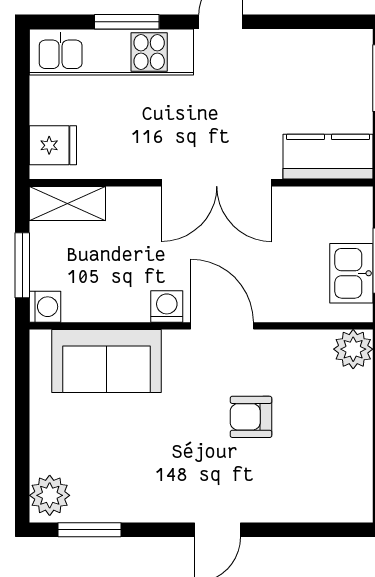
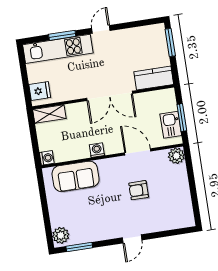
window: (22, 265) -> (35, 142), removed
door: (222, 326) -> (138, 152), moved

